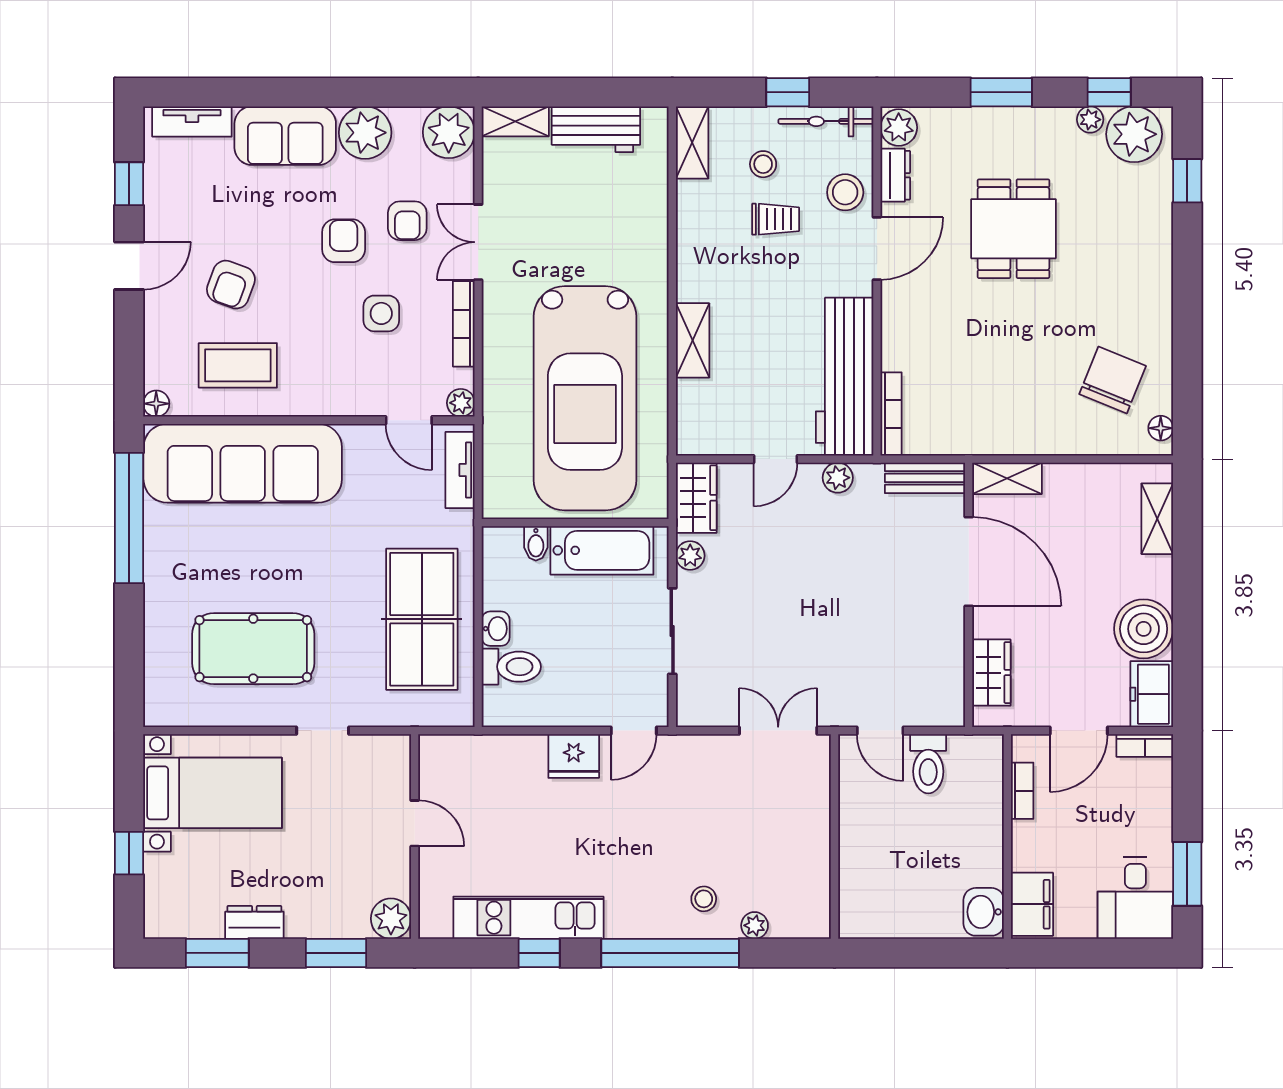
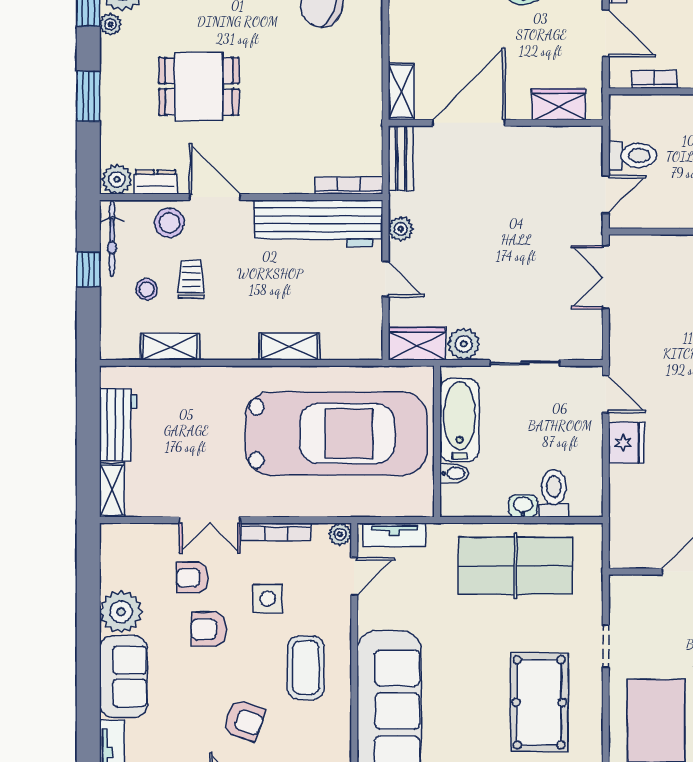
plant: (449, 132) -> (121, 544), removed
shelving: (692, 142) -> (170, 347), moved
armchair: (407, 221) -> (192, 578), turned 180
coffee table: (238, 365) -> (306, 668), moved
plant: (690, 556) -> (464, 344), width x1.38, depth x1.38

